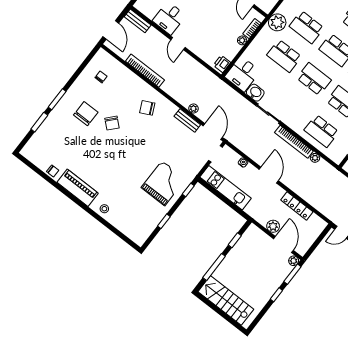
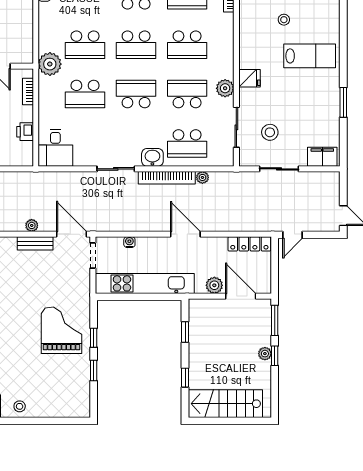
plant: (242, 40) -> (27, 112), removed
printer: (222, 64) -> (25, 132), moved
washbasin: (255, 93) -> (152, 157), moved
door: (269, 175) -> (185, 234), moved
kitchen unit: (225, 188) -> (145, 283), width x1.36
window: (188, 190) -> (94, 338), moved
locker: (297, 206) -> (249, 244), moved
plant: (294, 261) -> (265, 354), moved
window: (214, 267) -> (185, 378), width x0.46

